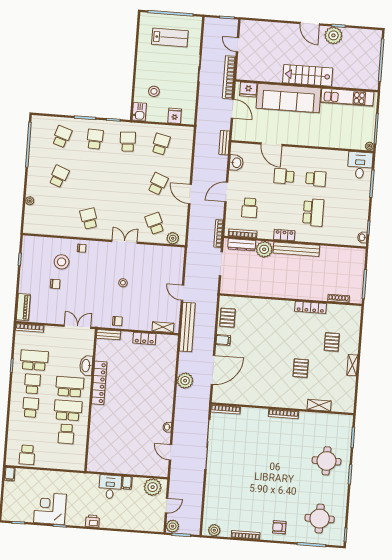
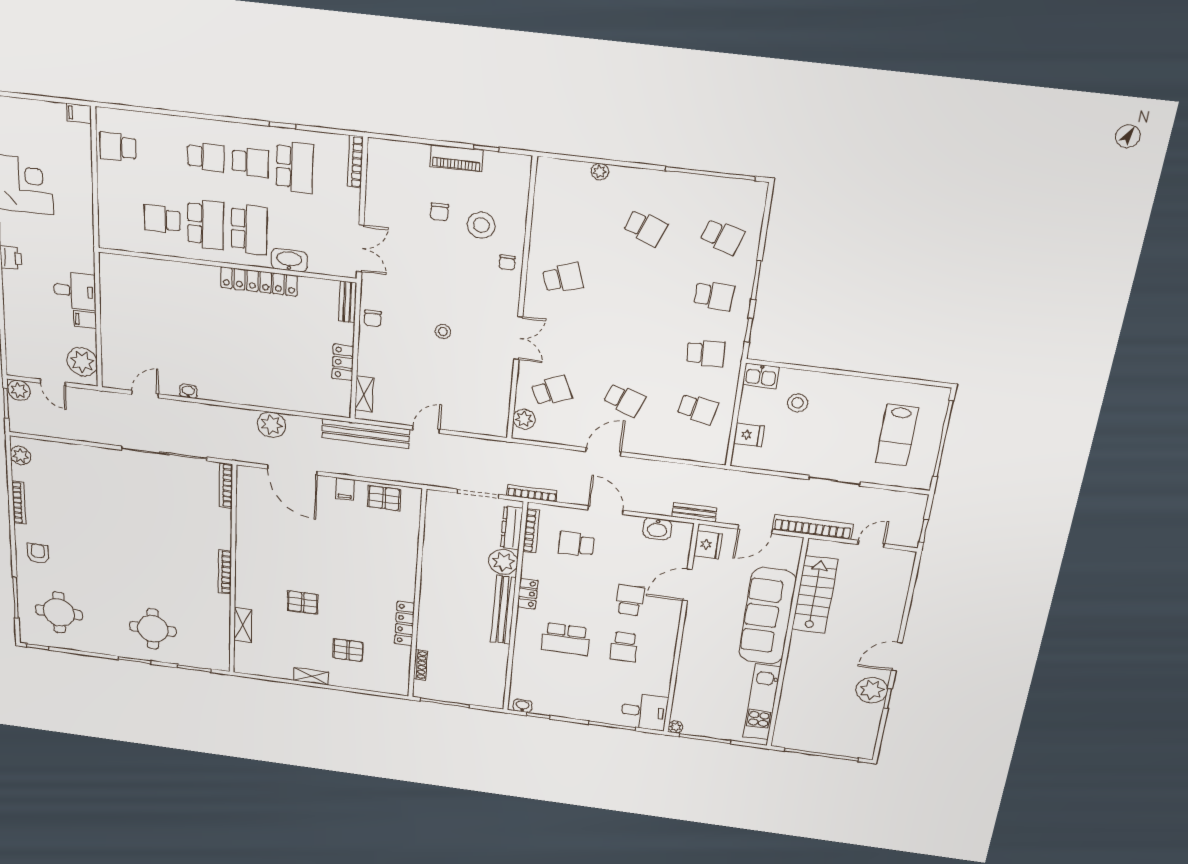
stairs: (308, 75) -> (815, 595), moved
fridge: (248, 90) -> (708, 545), moved, turned 180
piano: (23, 307) -> (457, 158), moved

